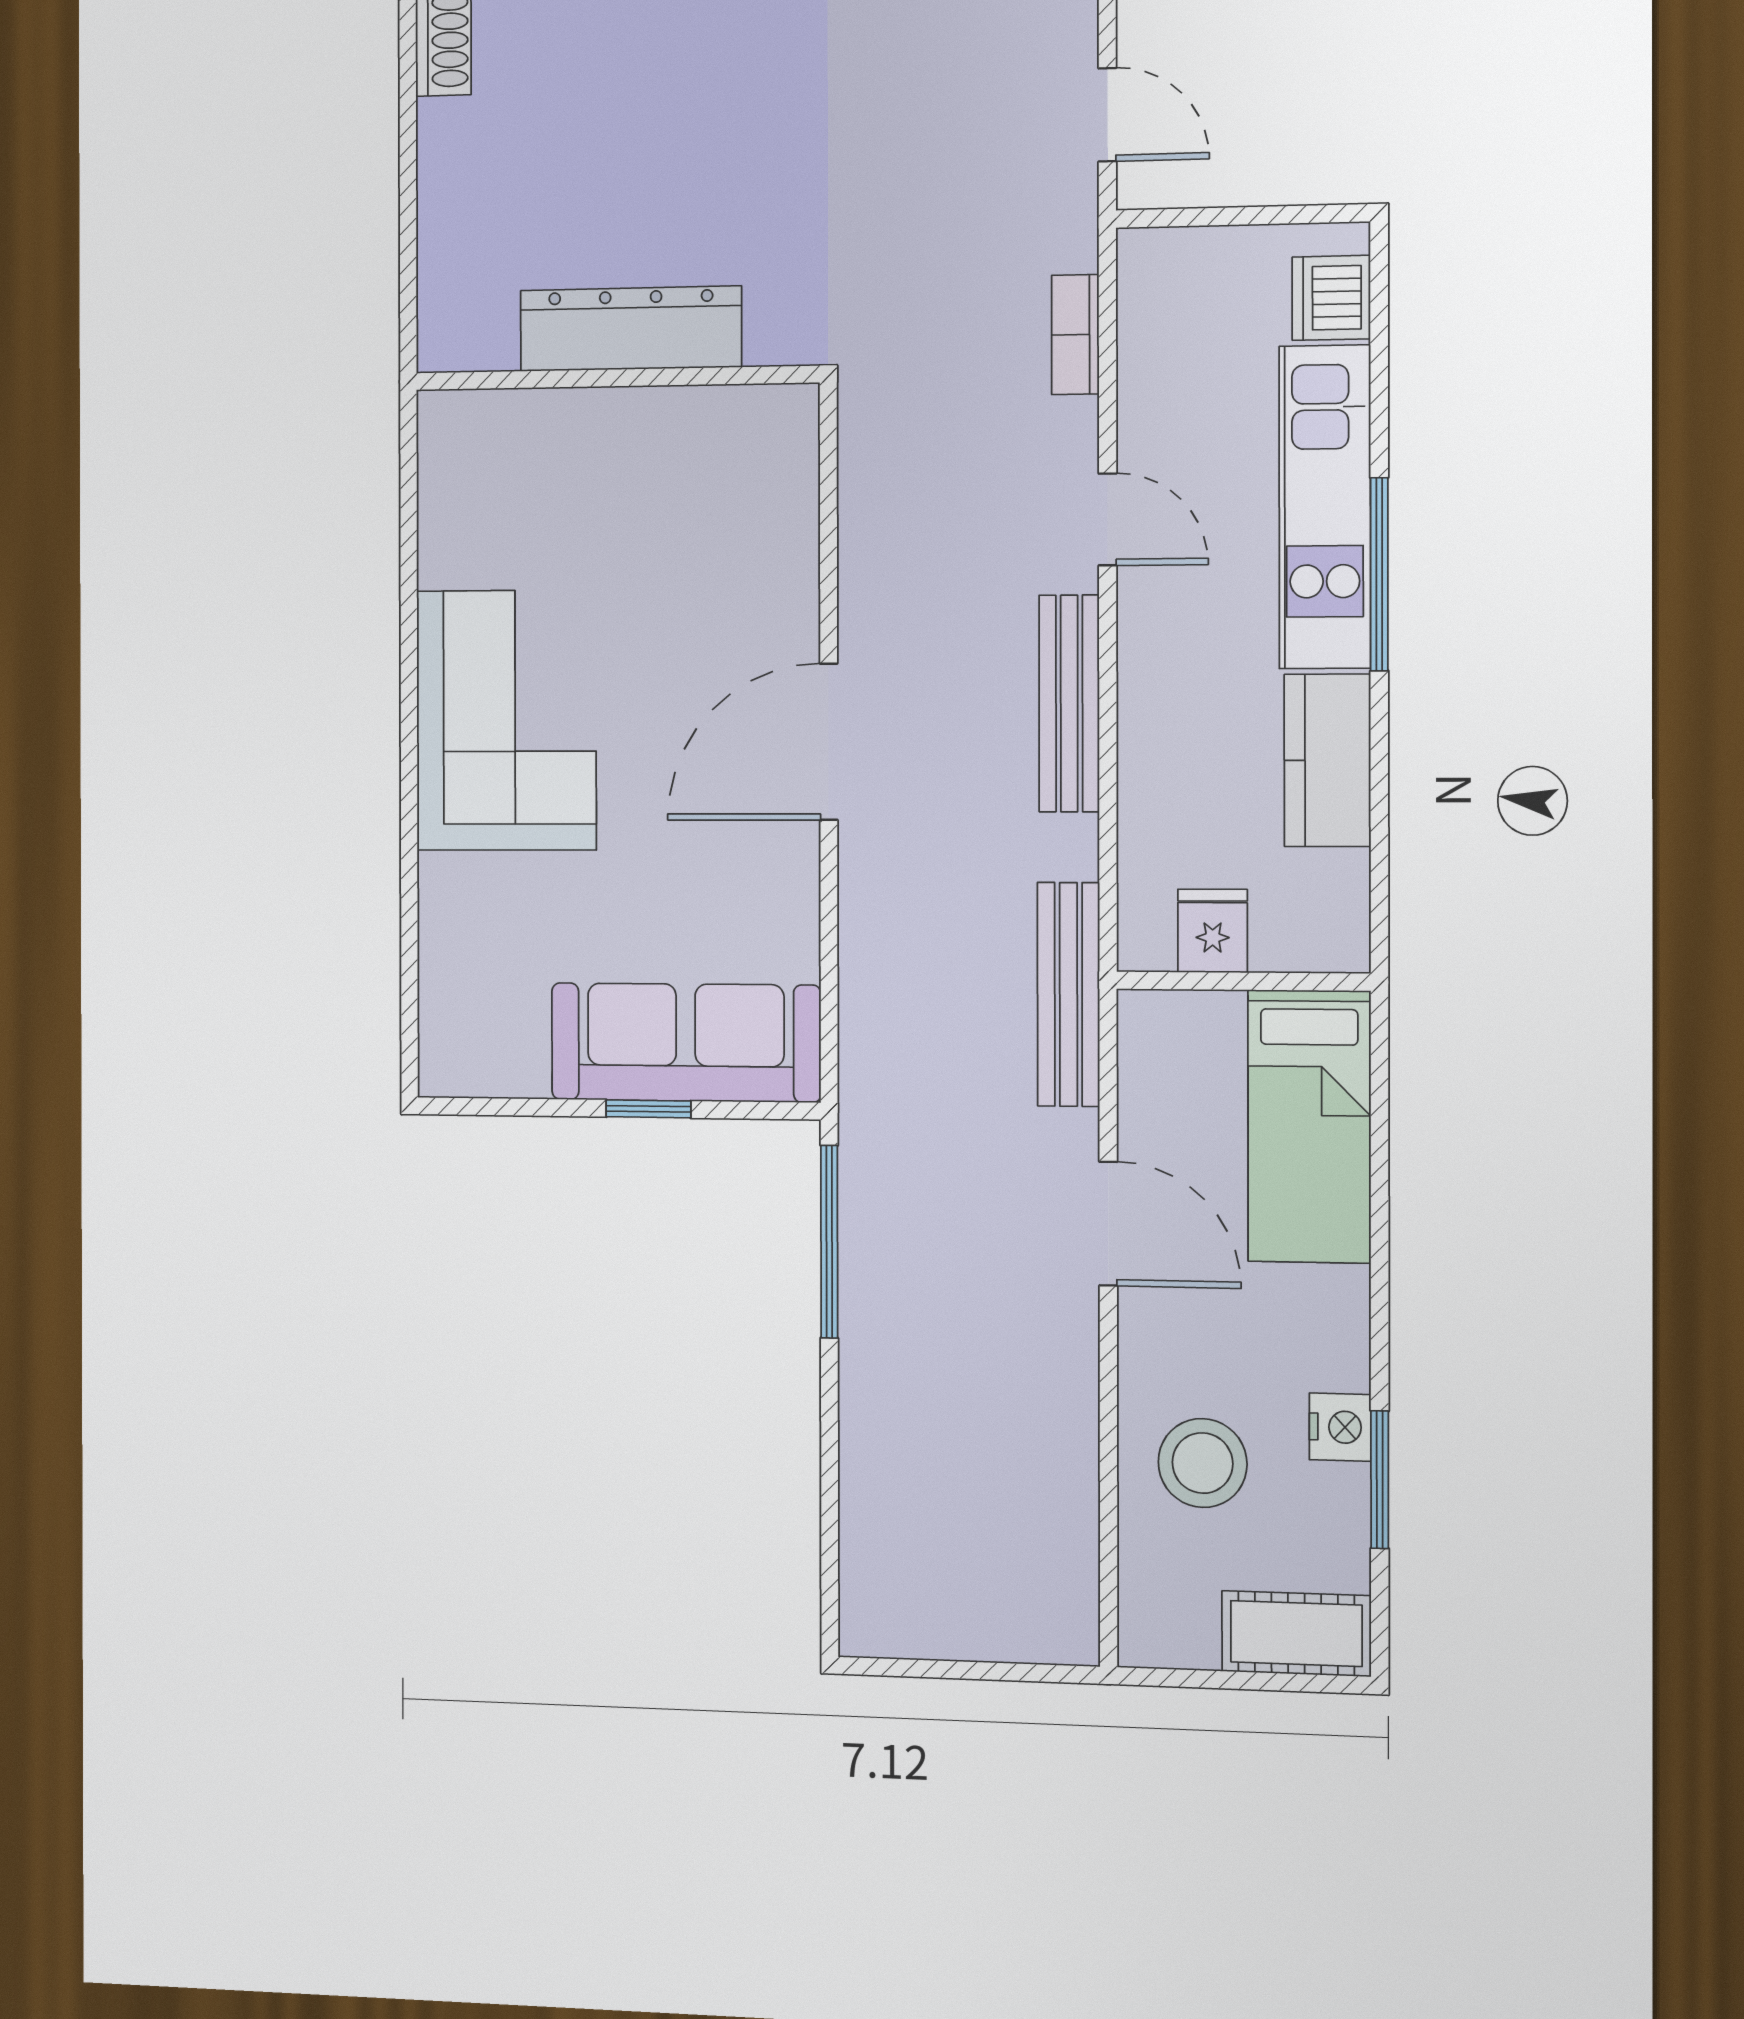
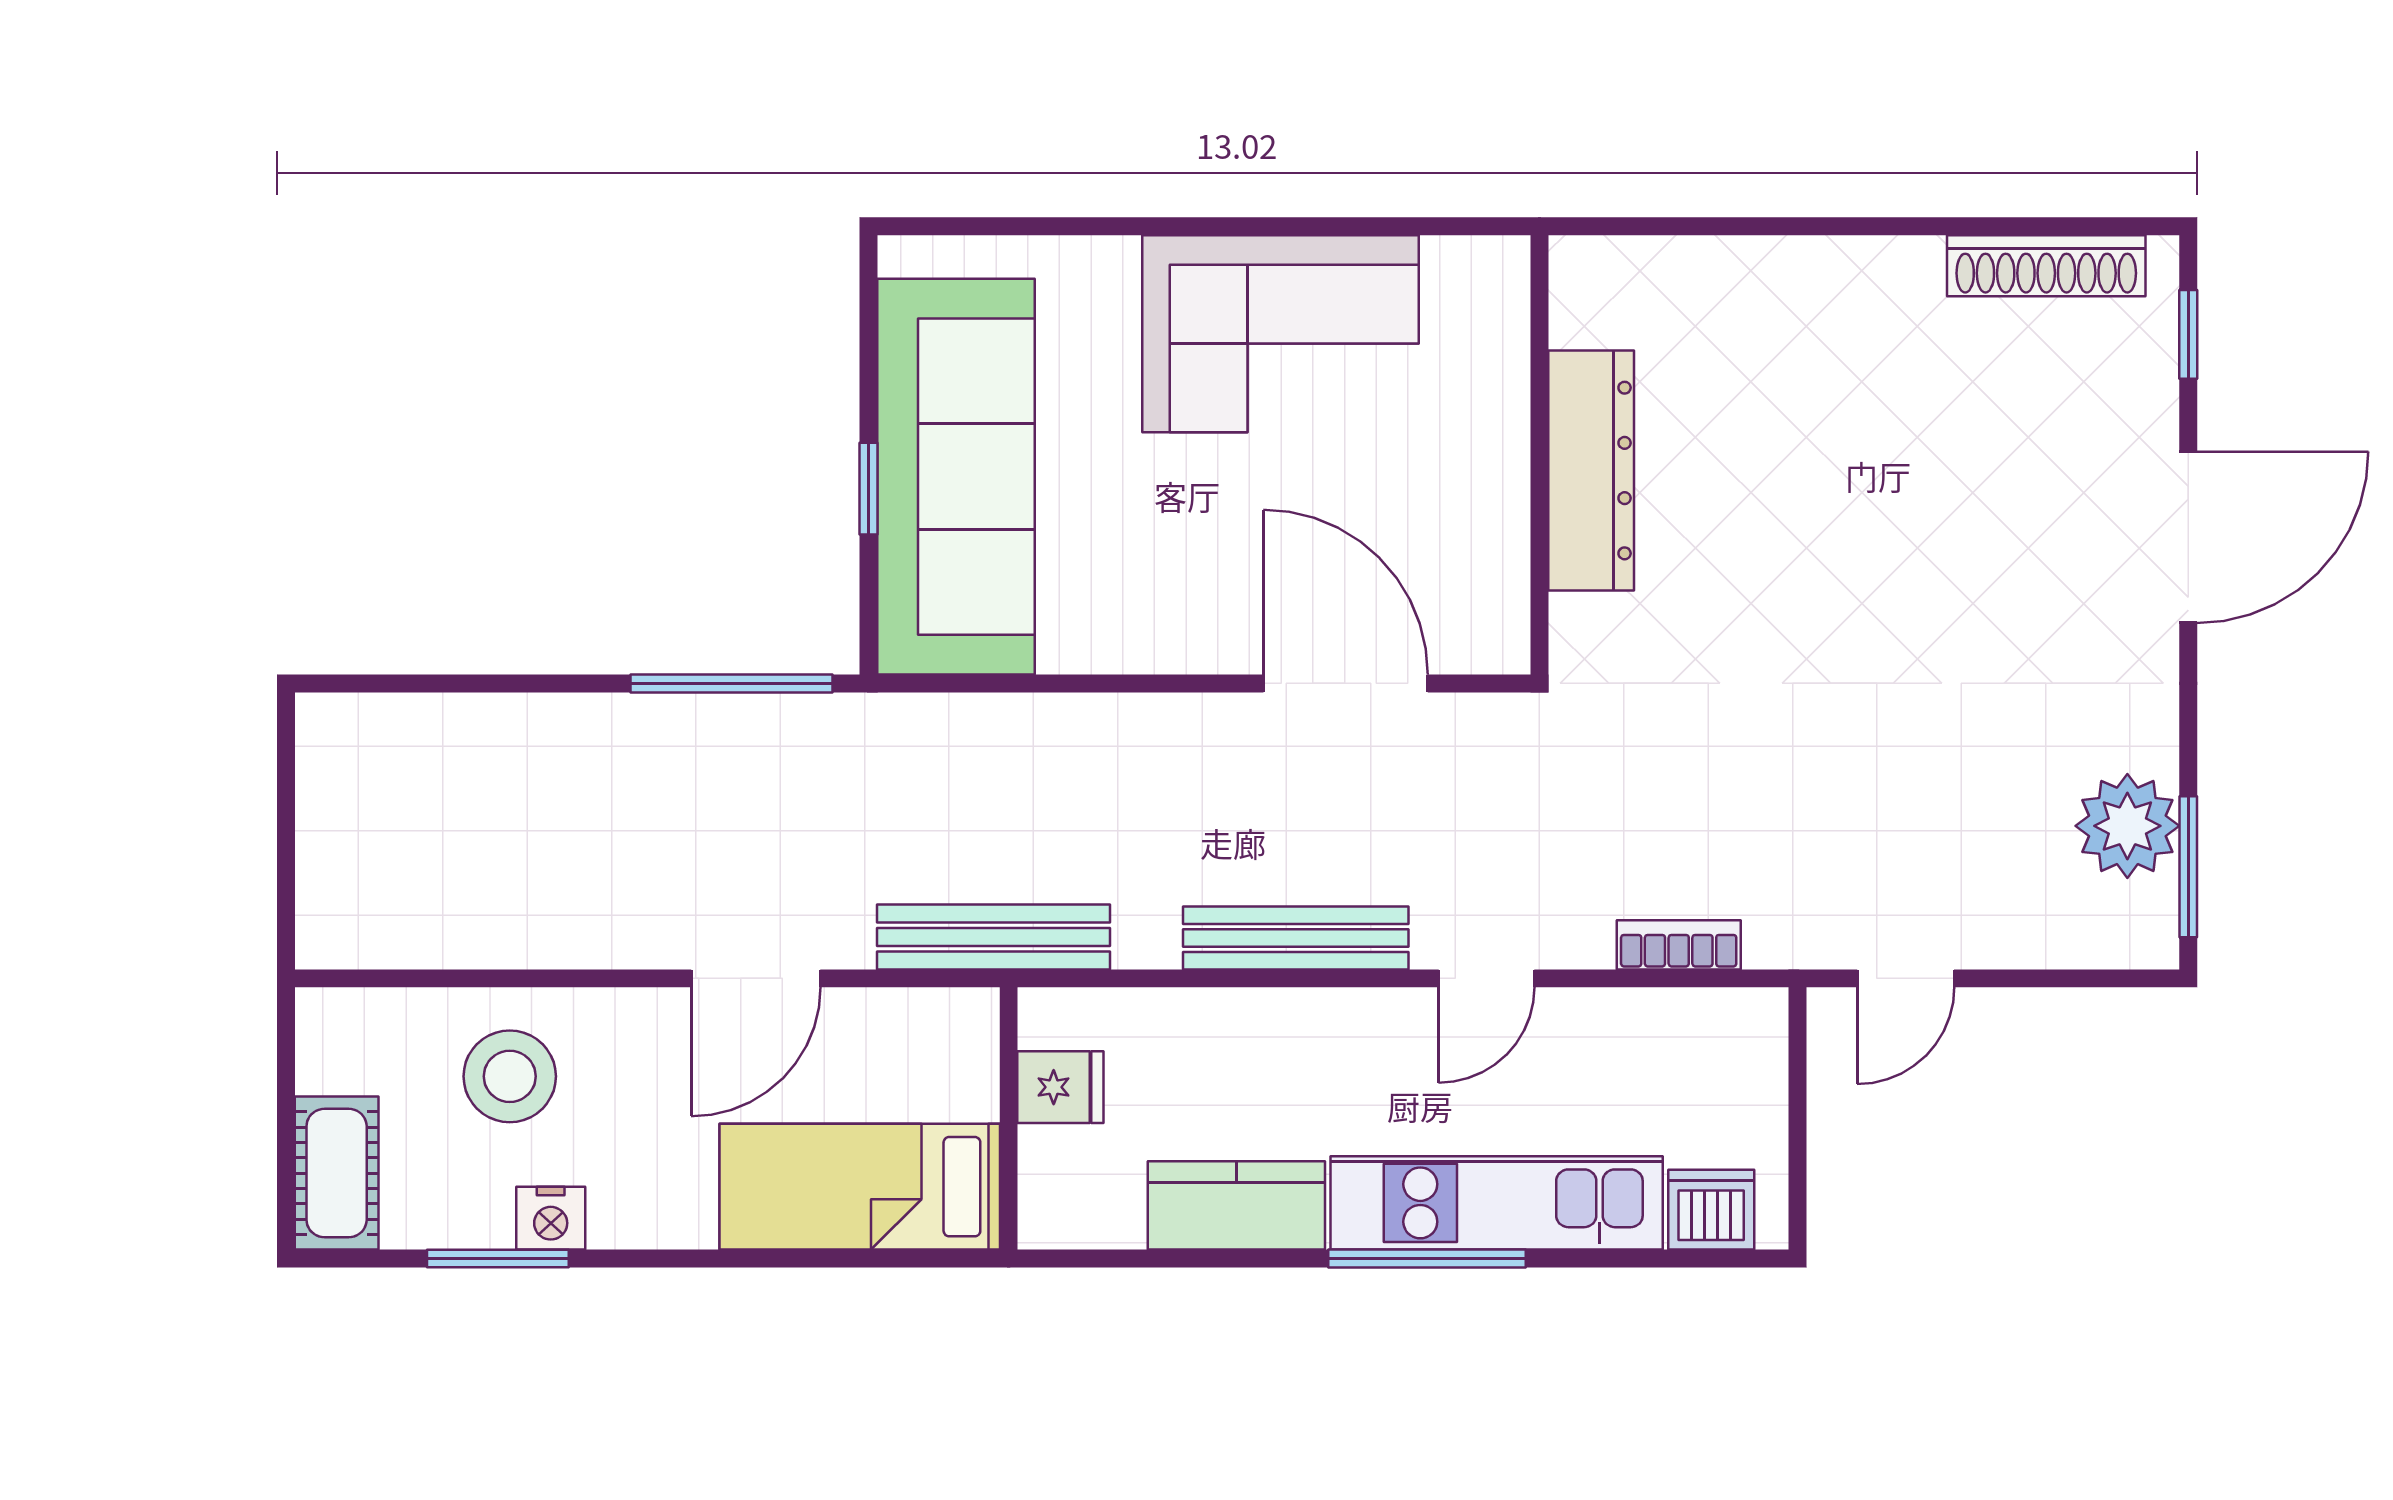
dresser: (631, 329) -> (1591, 471), moved
wall: (616, 378) -> (1539, 455), moved
door: (829, 742) -> (1346, 683), moved
sofa: (686, 1043) -> (956, 477), width x1.36, depth x1.27

